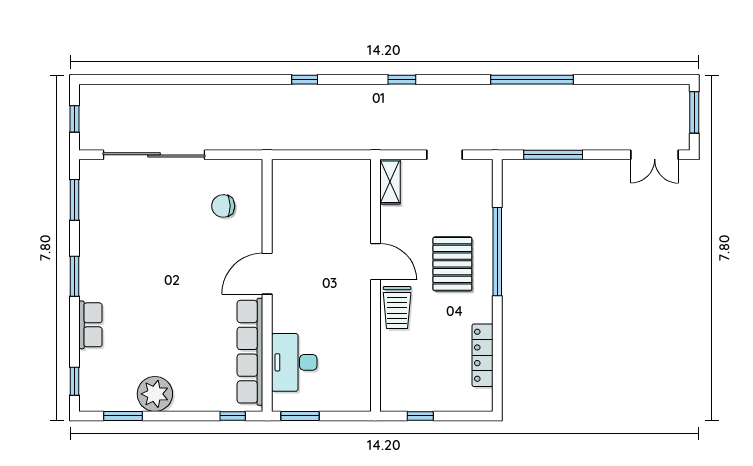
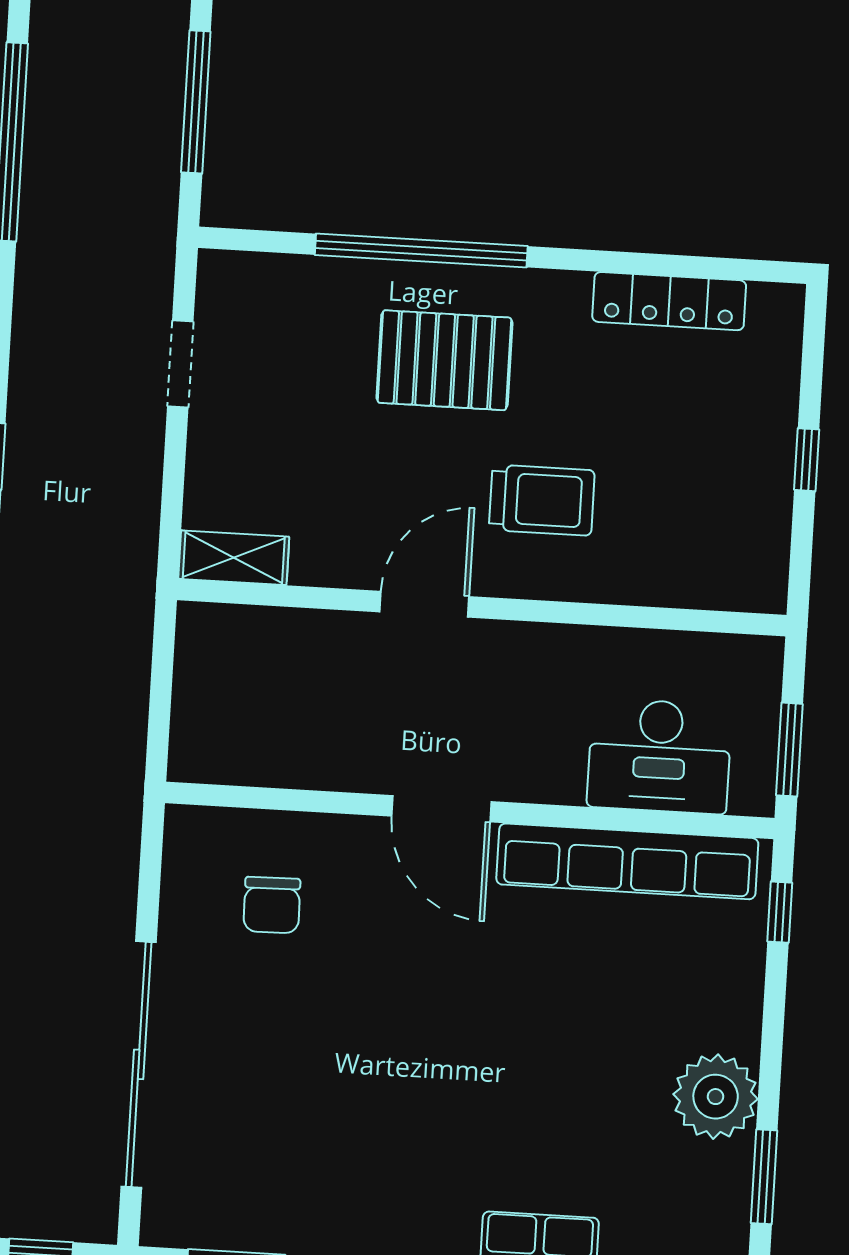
shelving: (390, 182) -> (234, 558), moved
door: (376, 262) -> (424, 604), moved
wall: (376, 285) -> (482, 608), moved

